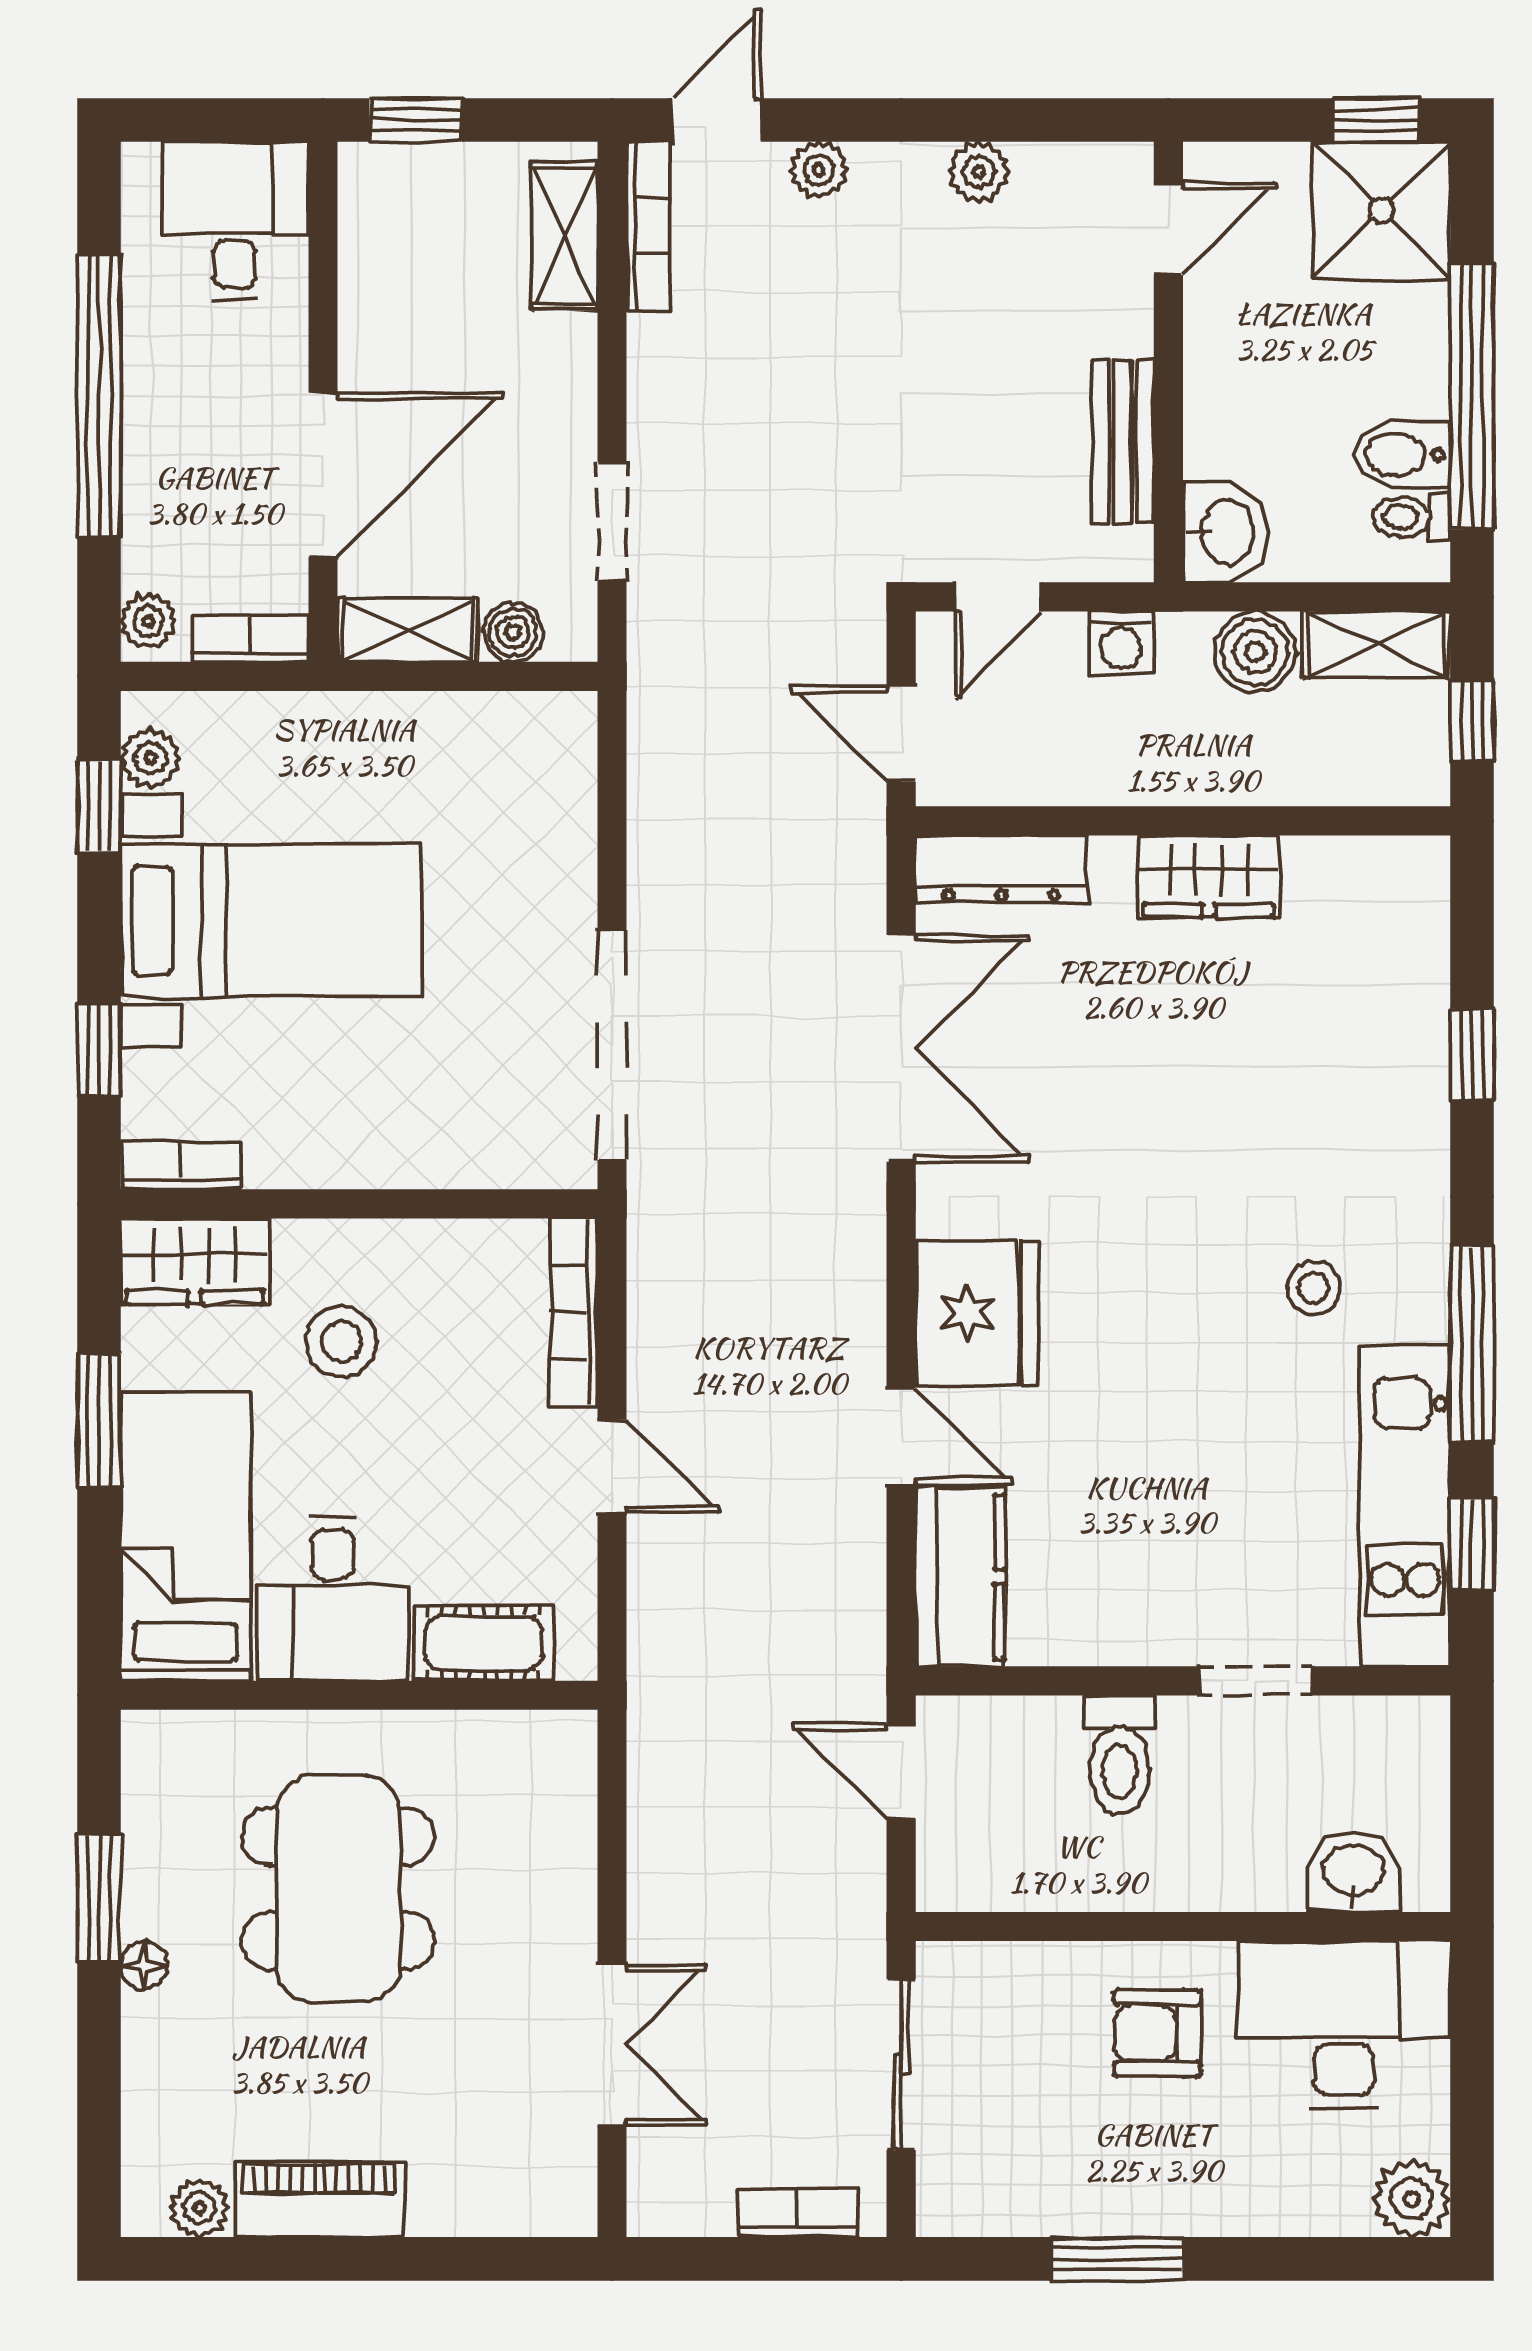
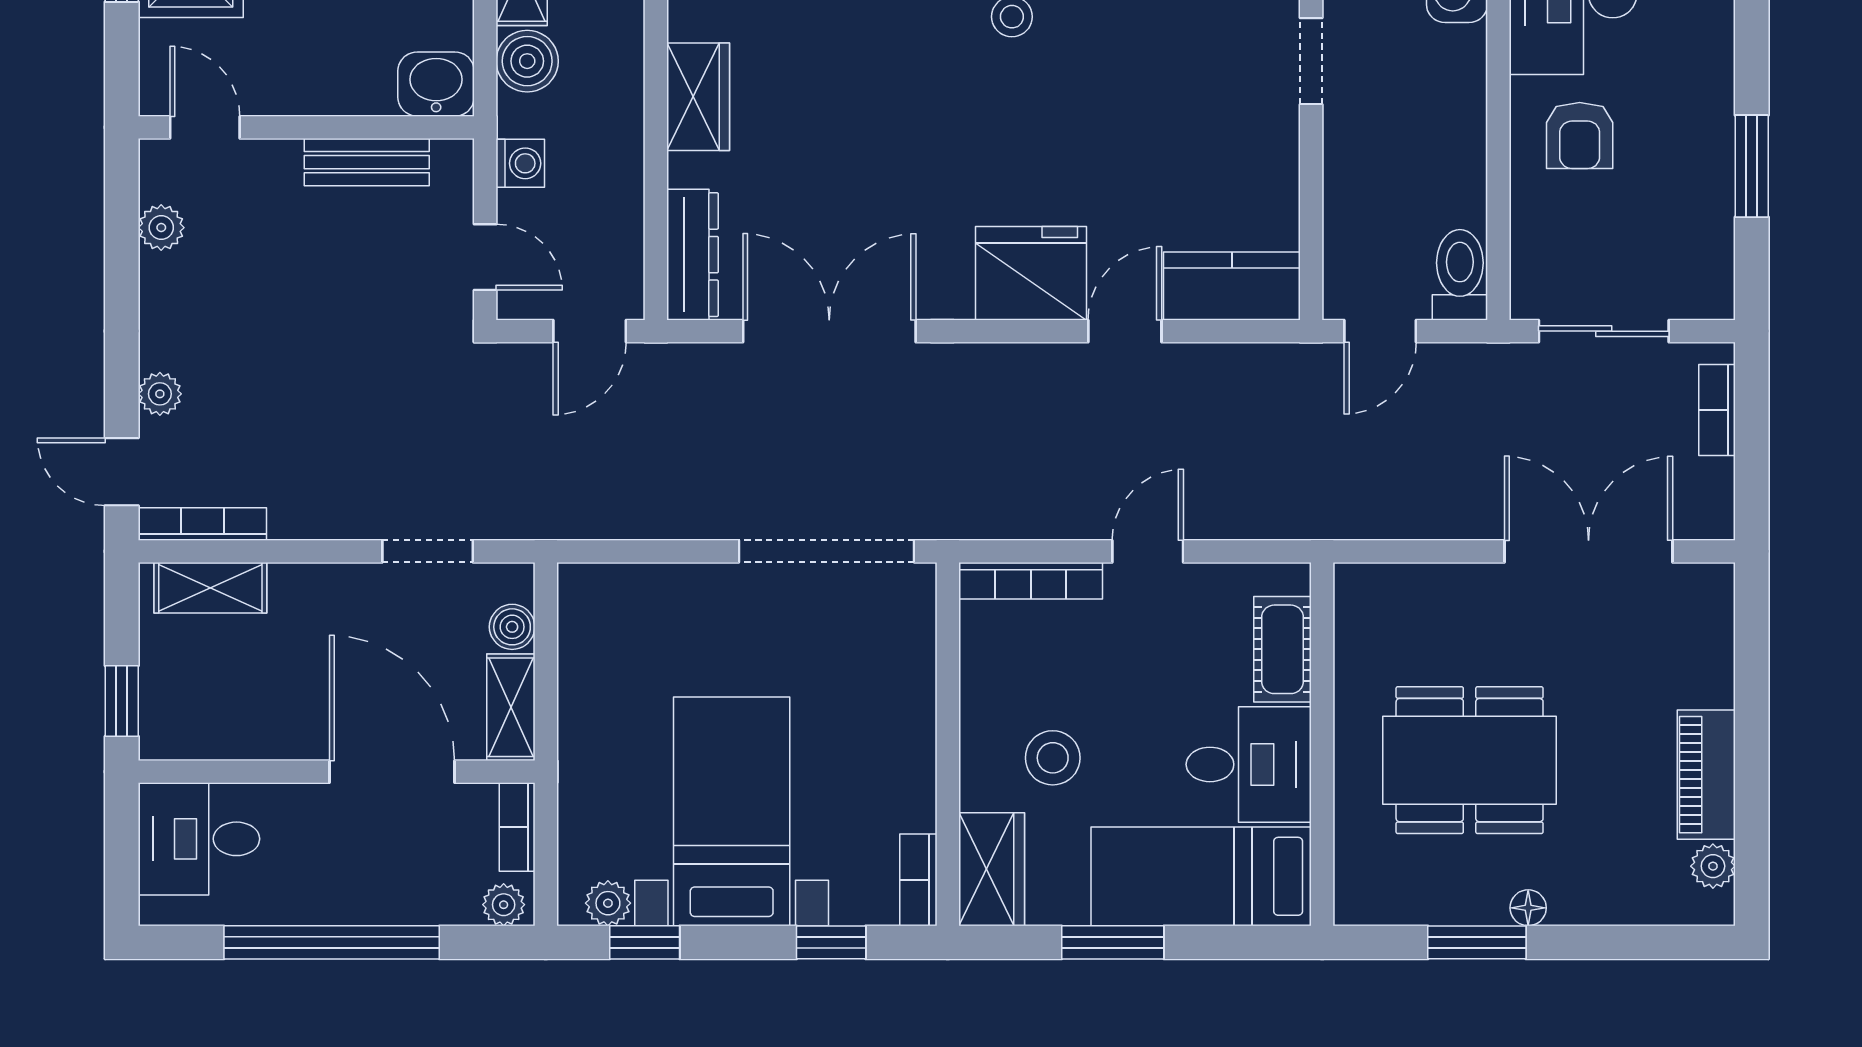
plant: (979, 172) -> (161, 228), moved
toilet: (1119, 1755) -> (1460, 275), moved, turned -90
double door: (612, 2045) -> (1589, 551), width x1.37

